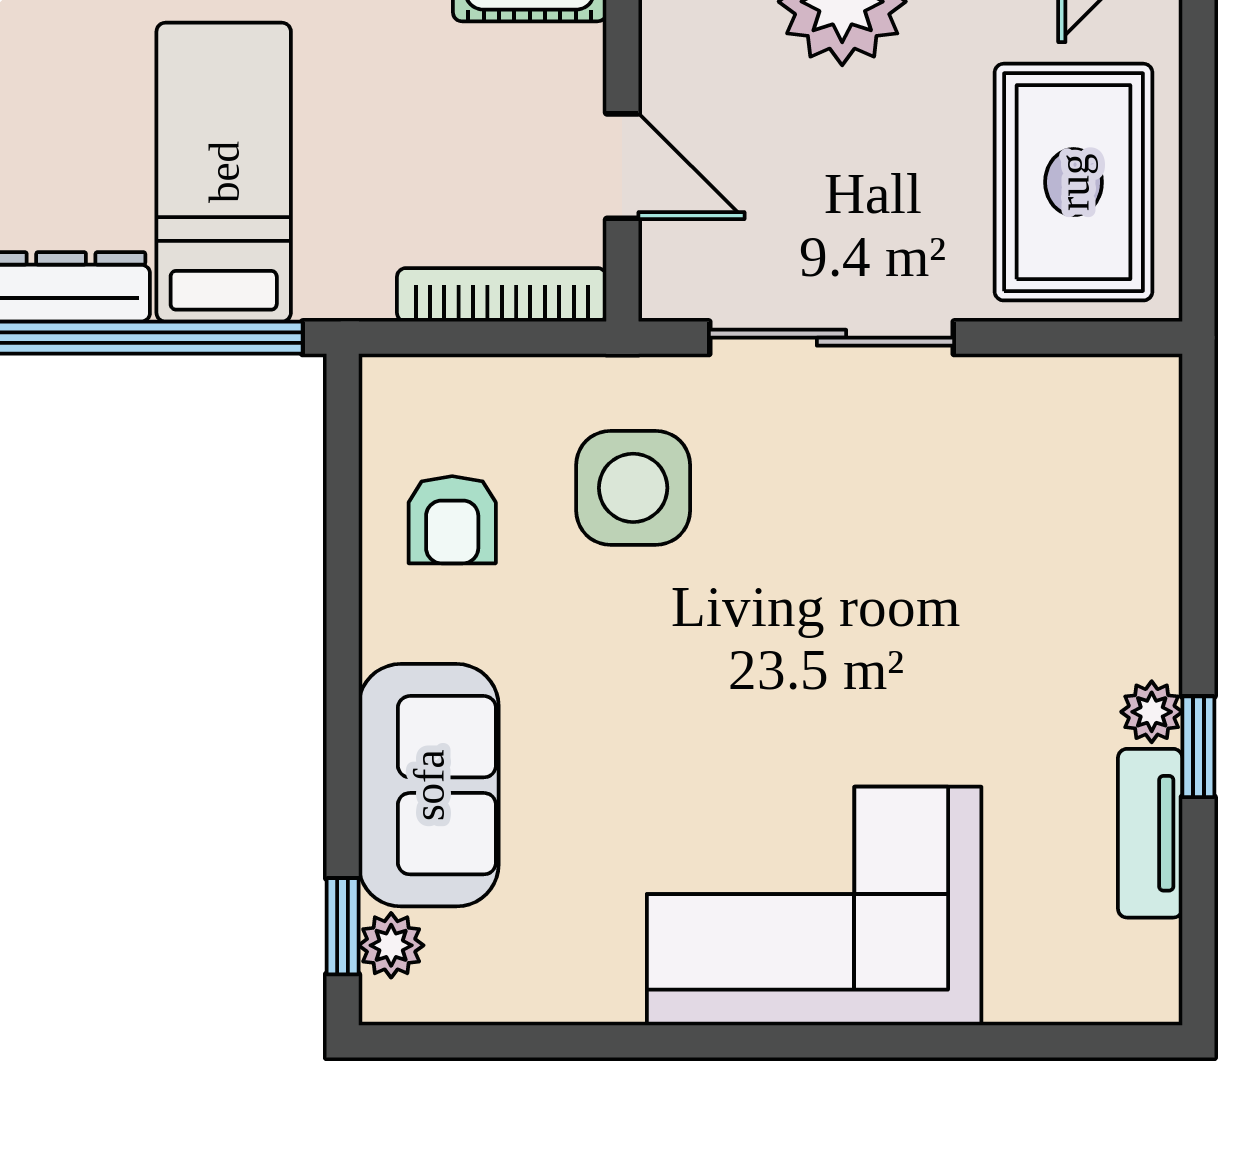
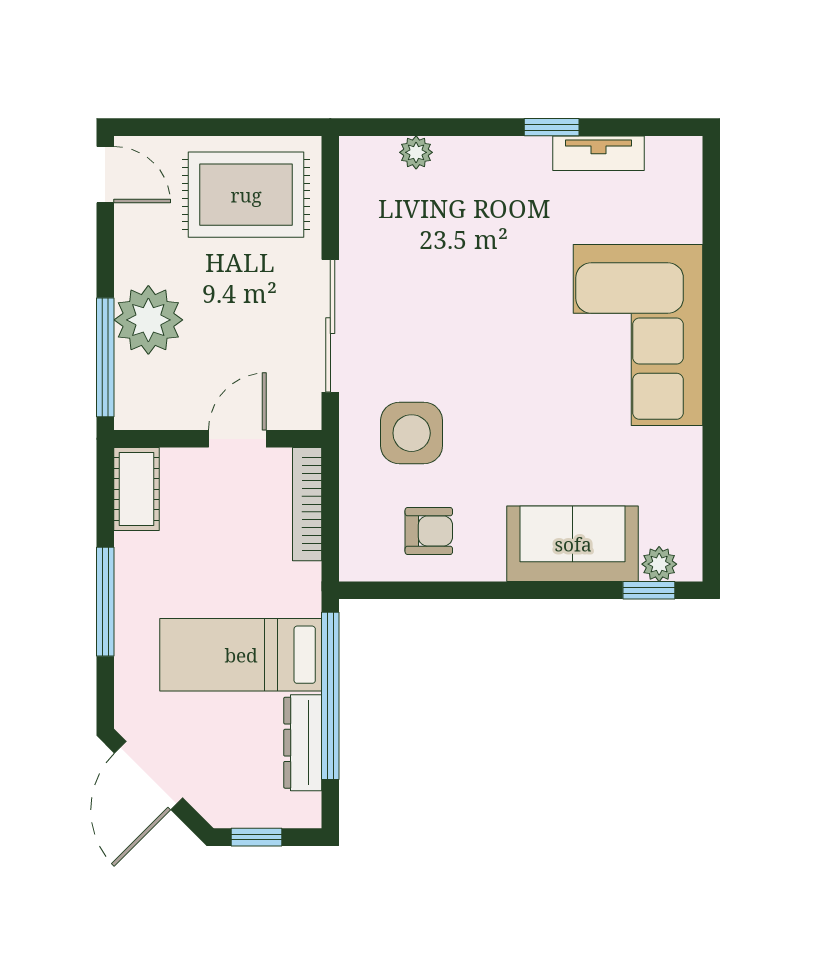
plant: (1152, 712) -> (416, 152), moved

